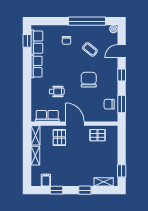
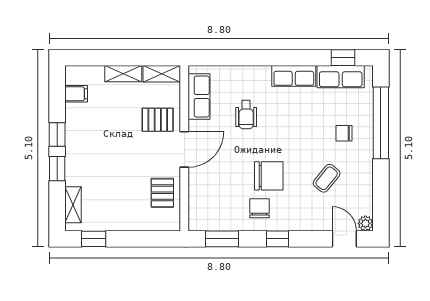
window: (87, 21) -> (381, 123), moved
door: (122, 51) -> (344, 239), moved
chair: (109, 104) -> (260, 208), moved
window: (57, 190) -> (57, 135), moved

